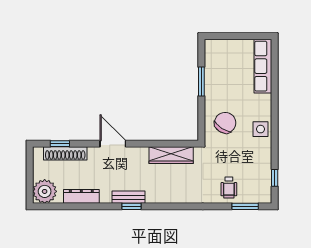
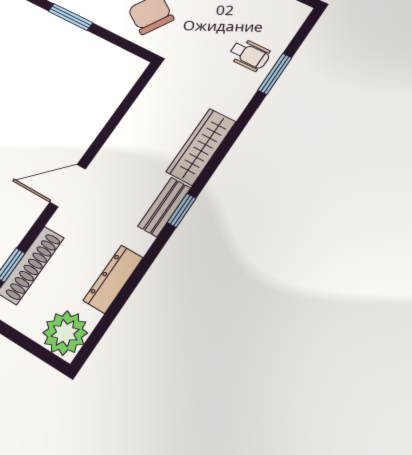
wardrobe: (171, 155) -> (201, 147), moved, turned 180
window: (245, 206) -> (275, 74), moved

